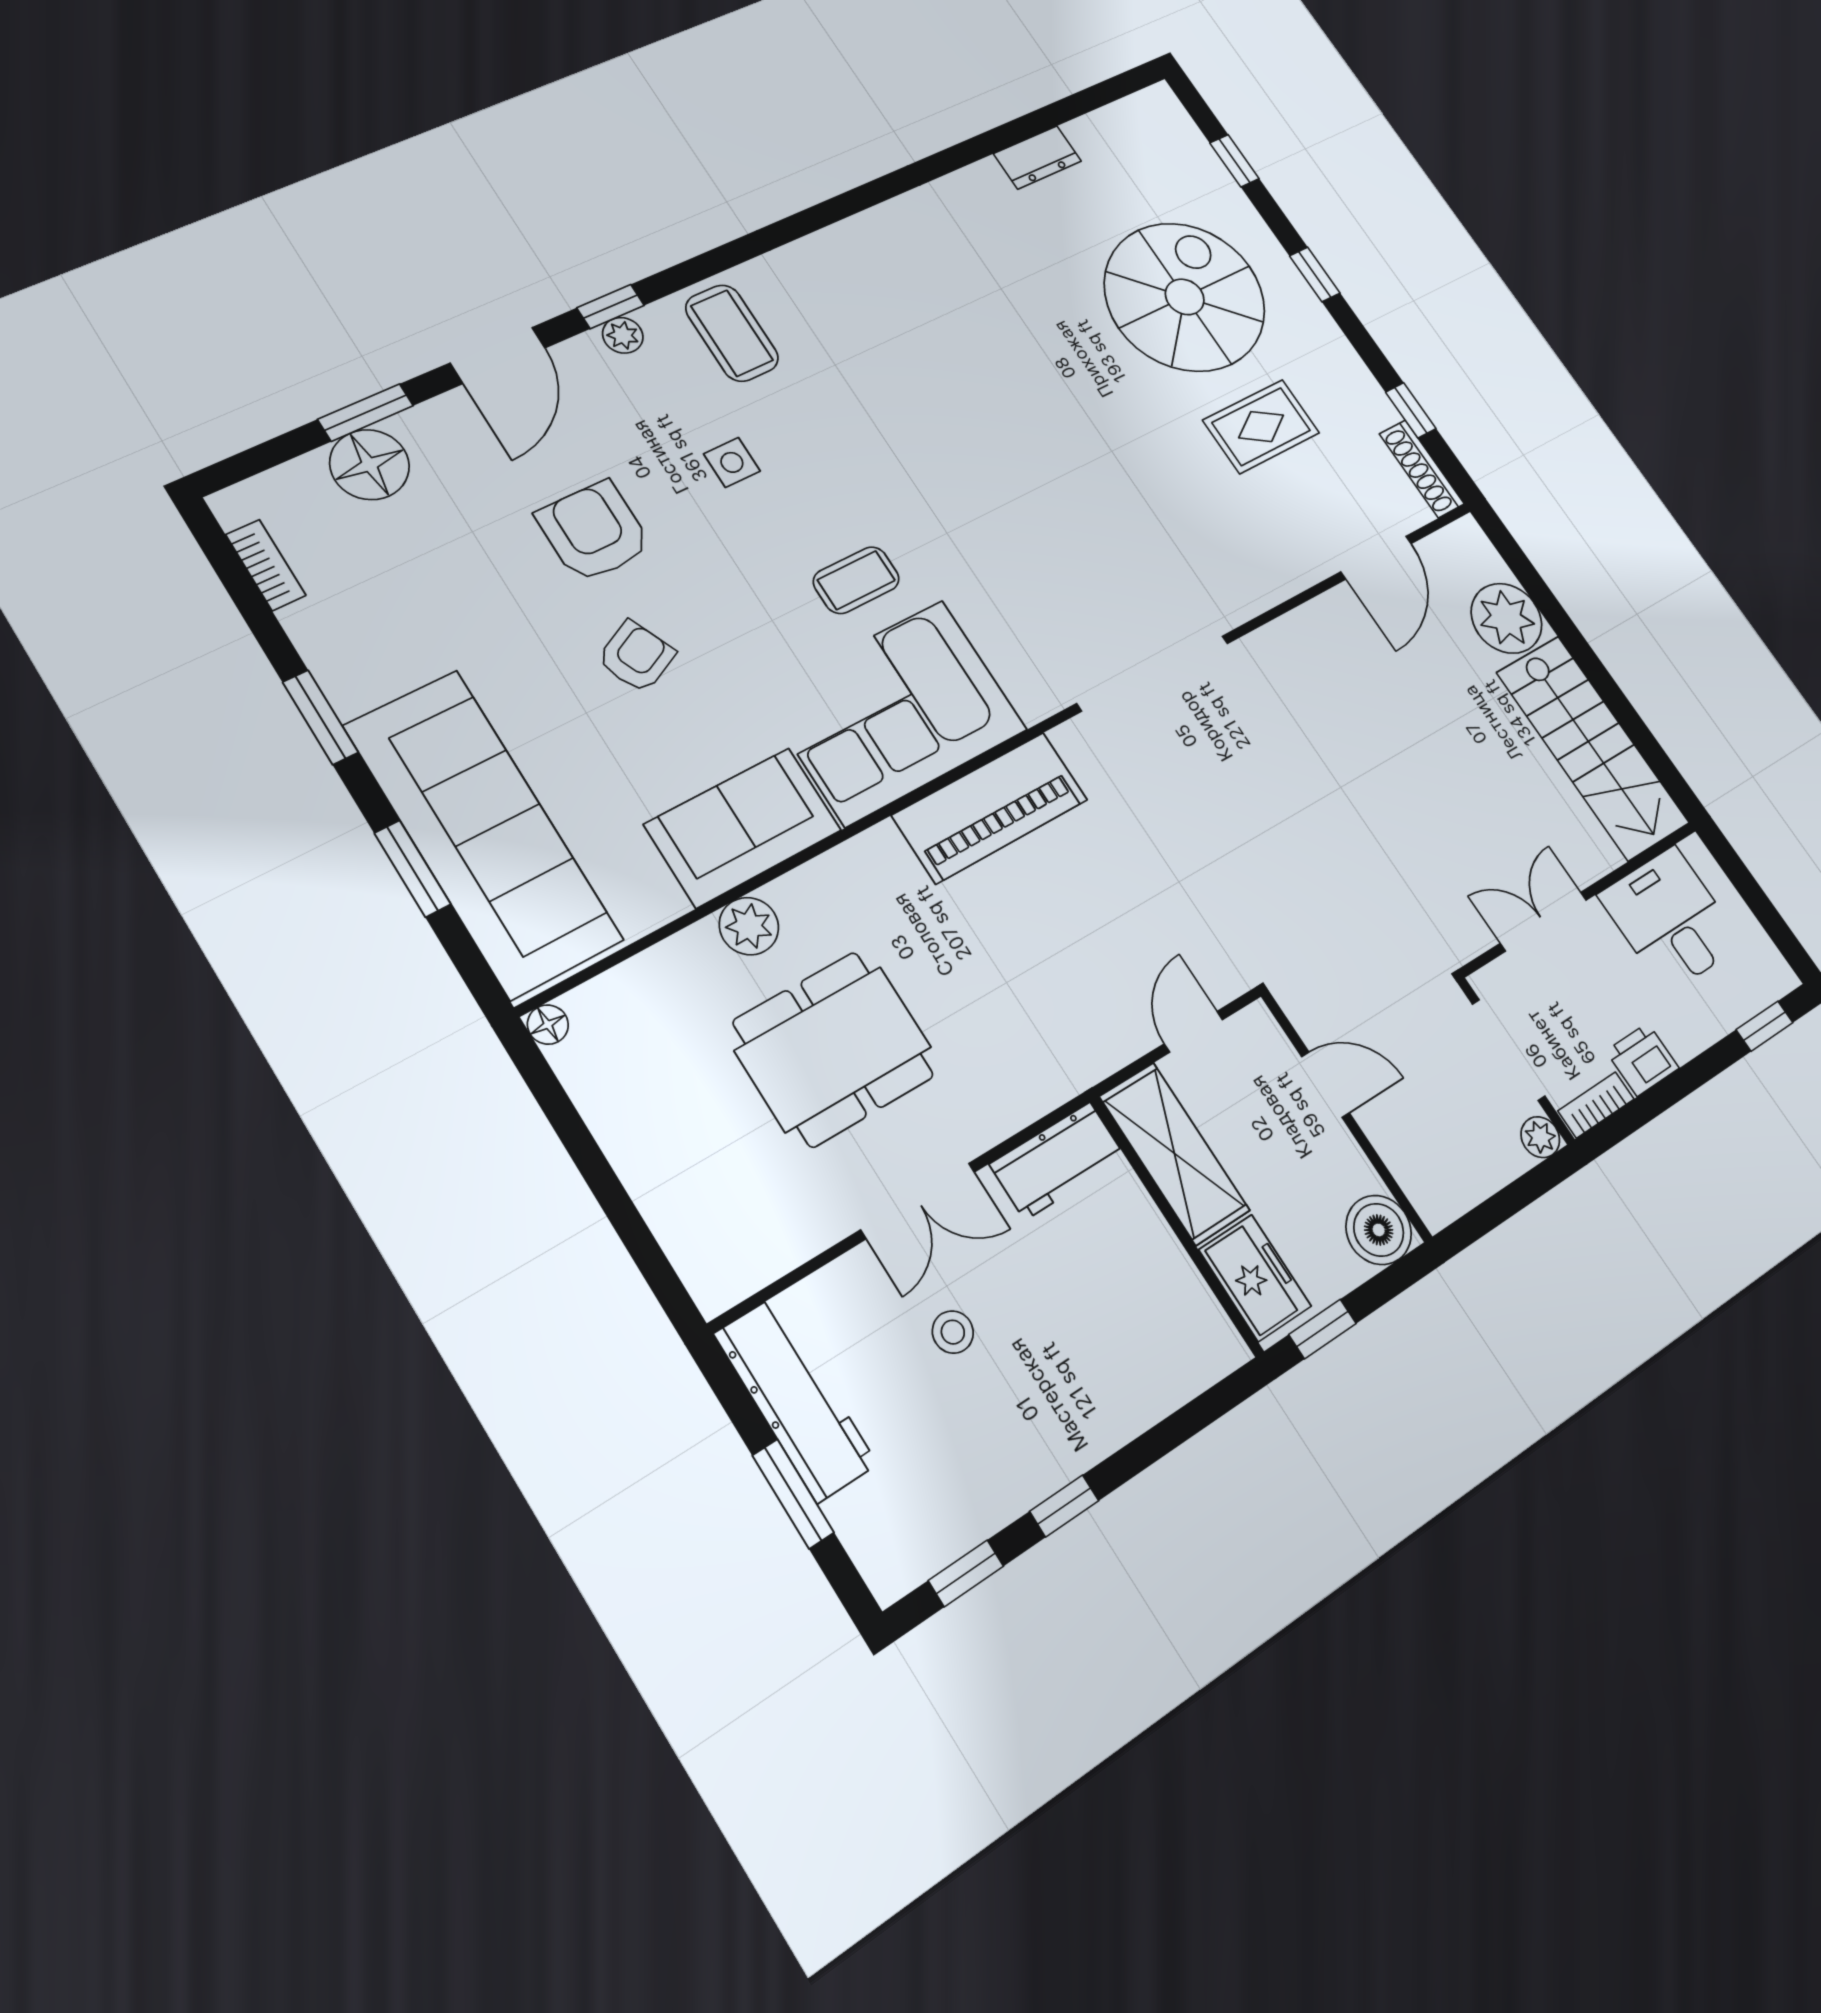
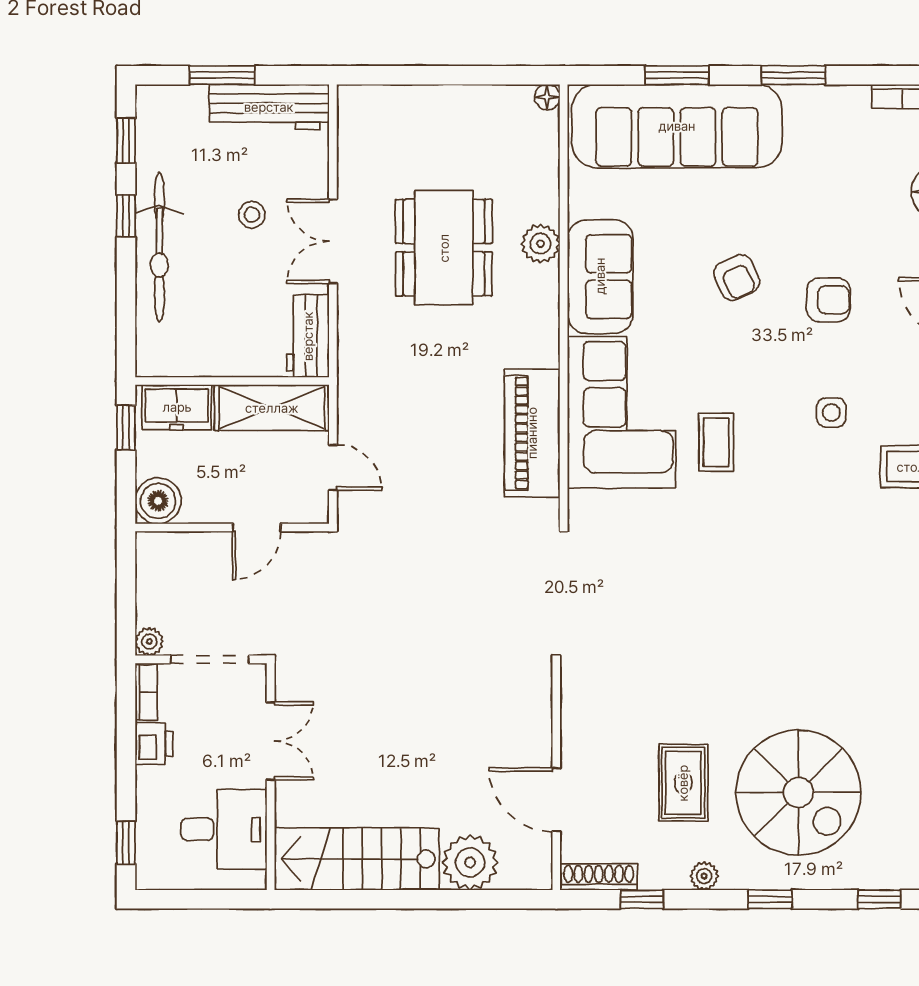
plant: (1341, 356) -> (704, 876), added
armchair: (594, 531) -> (828, 300), width x0.72, depth x0.72
bicycle: (1074, 1432) -> (159, 247), added

